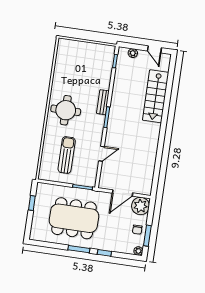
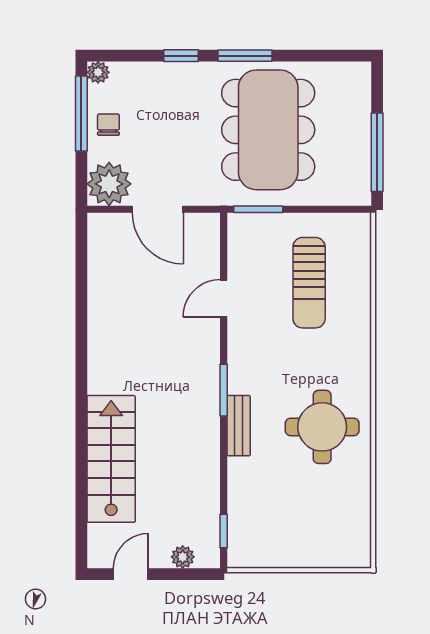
door: (154, 49) -> (131, 574), hinge flipped
round table: (66, 110) -> (322, 427), moved
door: (123, 193) -> (158, 209), swing flipped
window: (32, 203) -> (377, 152), width x2.17
dining table: (74, 218) -> (268, 130), turned 90
window: (147, 236) -> (81, 114), width x1.44

